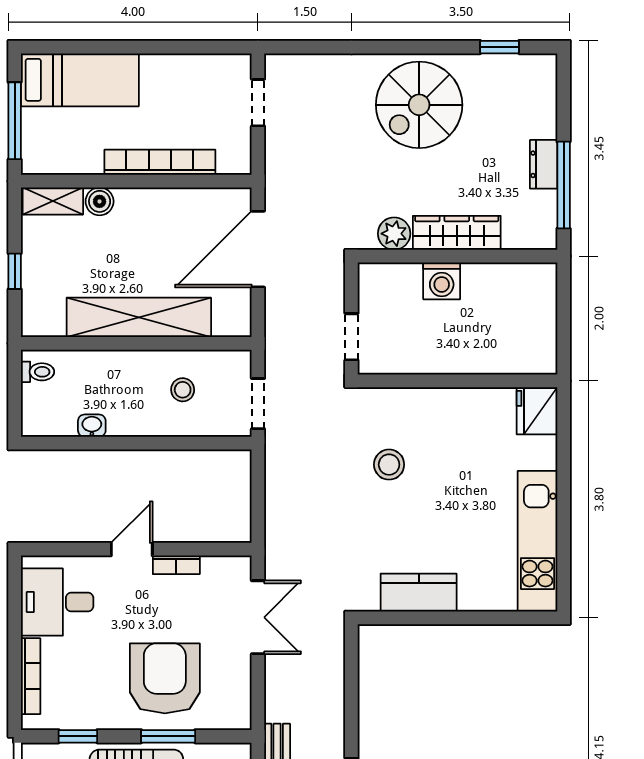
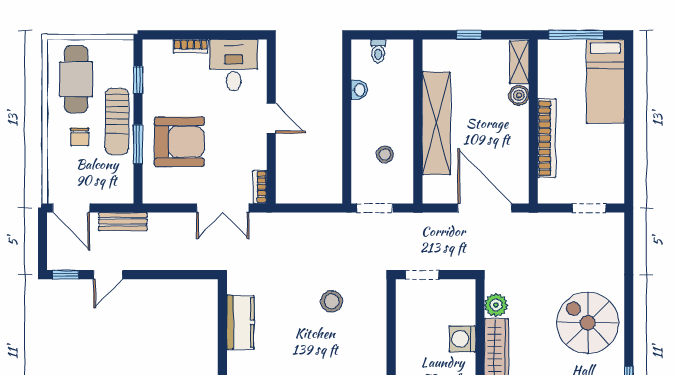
toilet: (38, 372) -> (378, 51), moved
bookcase: (176, 565) -> (260, 187), moved
bookcase: (31, 676) -> (191, 46), width x0.64

